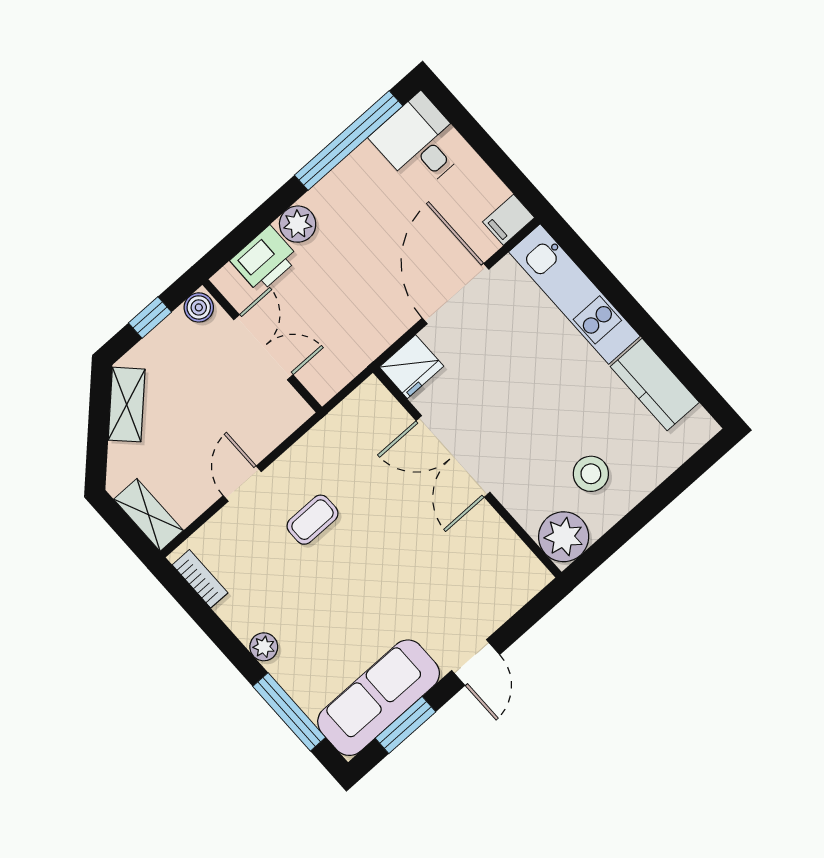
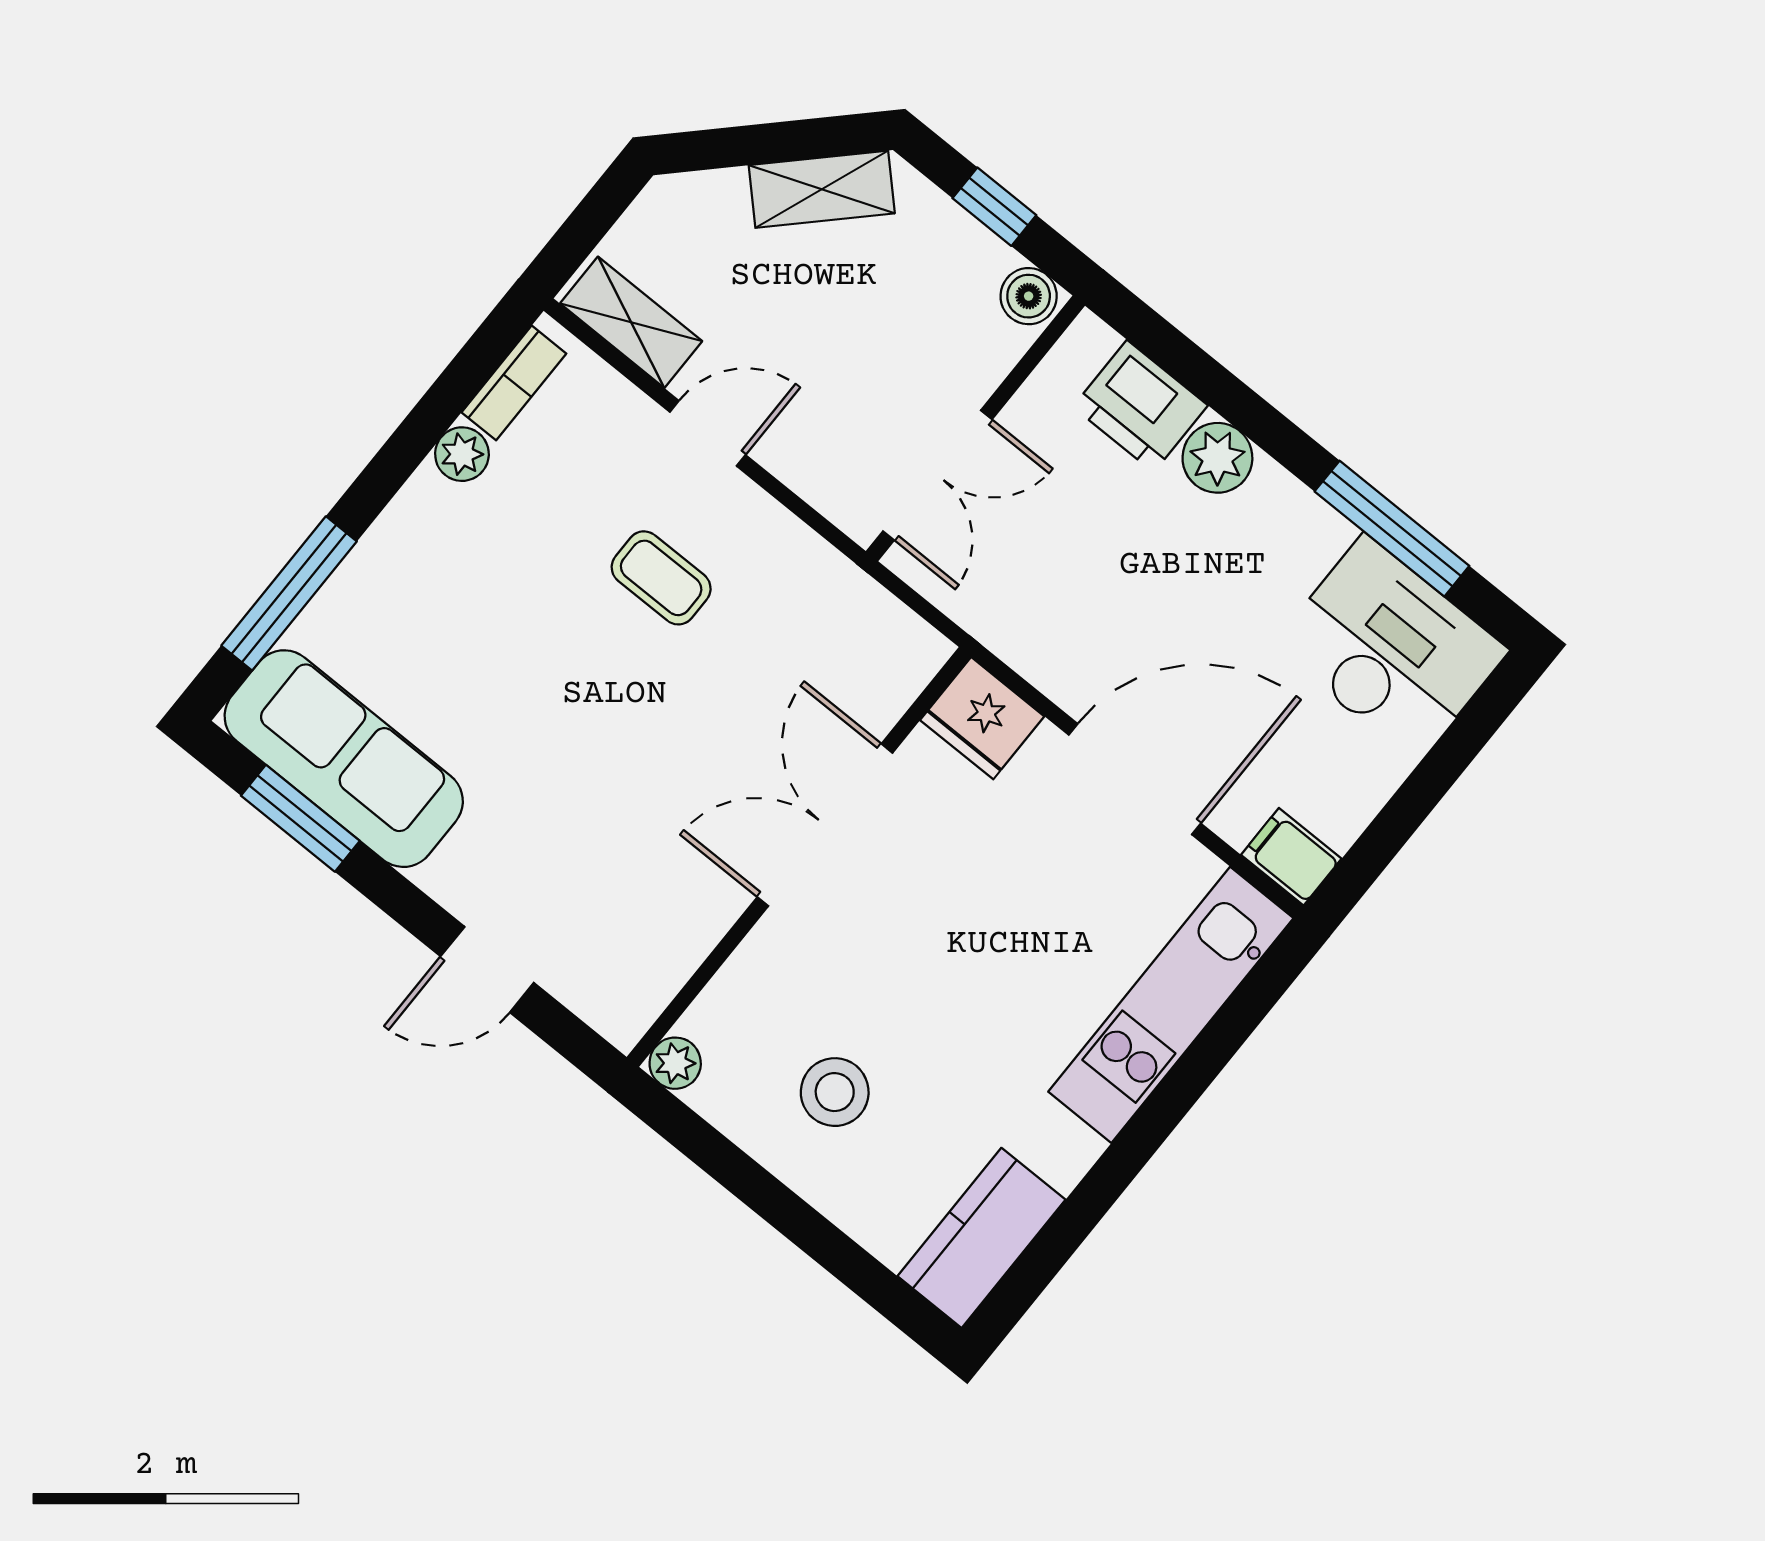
window: (349, 141) -> (1392, 529), width x0.68
desk: (420, 143) -> (1390, 648), width x1.37
double door: (263, 347) -> (937, 475), moved
kitchen counter: (655, 385) -> (981, 1238), moved
shelving: (148, 515) -> (631, 322), moved, turned 90
plant: (564, 537) -> (675, 1063), width x0.53, depth x0.53
plant: (264, 647) -> (462, 454), moved
door: (476, 662) -> (487, 970), moved

